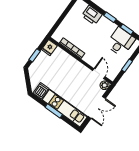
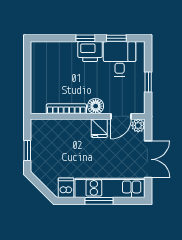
printer: (92, 15) -> (90, 52), moved
fridge: (49, 48) -> (99, 128), moved
floor lamp: (89, 58) -> (96, 106), added
door: (99, 74) -> (121, 116), swing flipped

